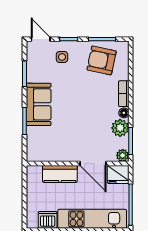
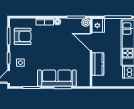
armchair: (102, 60) -> (23, 36), turned -102
sofa: (39, 104) -> (57, 78), width x1.36
plant: (120, 128) -> (67, 24), removed
door: (93, 164) -> (91, 42), swing flipped

